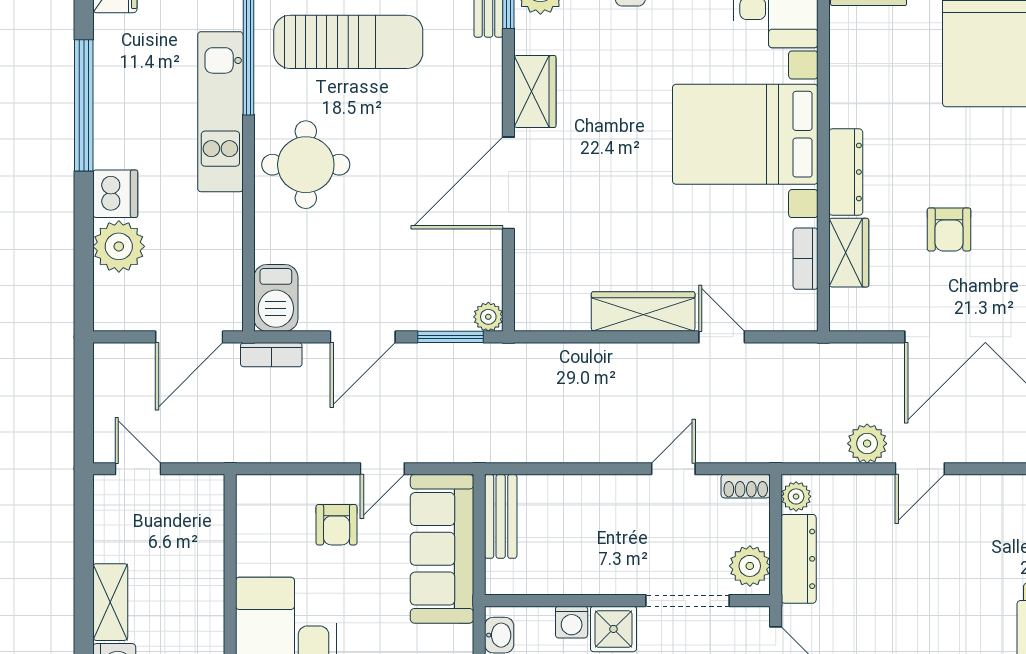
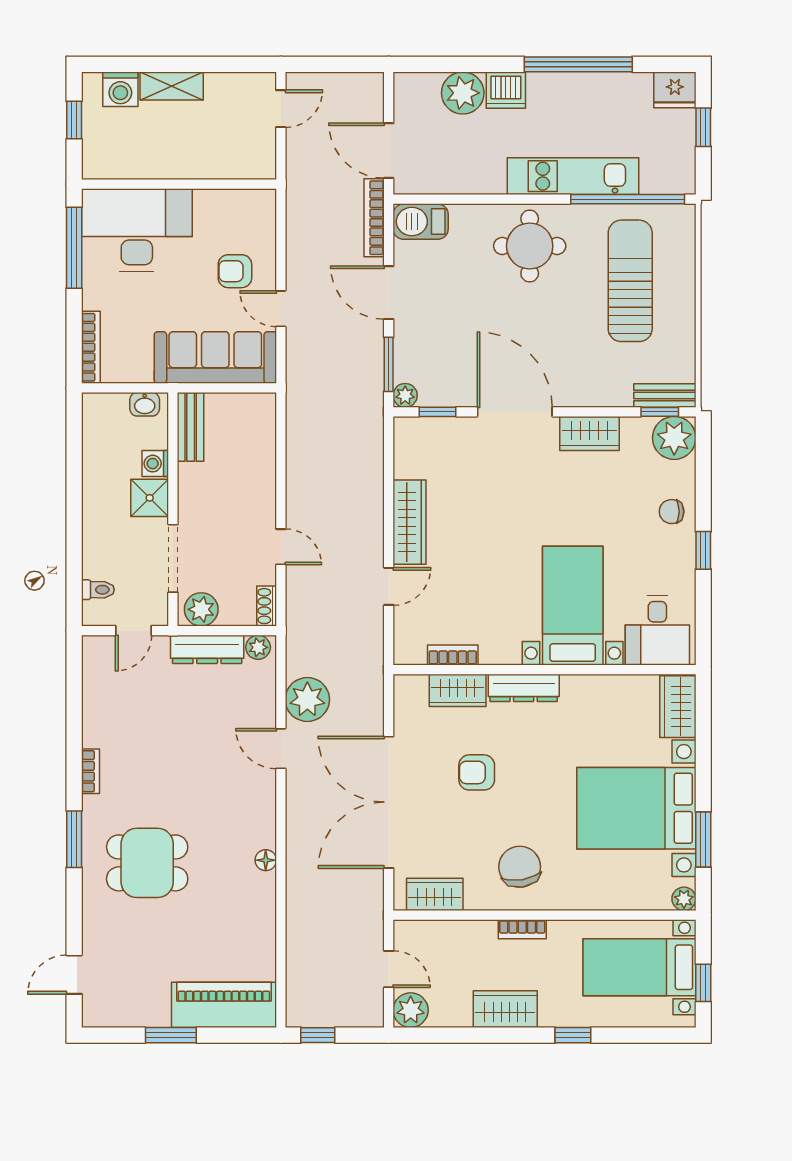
sun lounger: (348, 42) -> (630, 281), turned 180
bed with nightstands: (745, 134) -> (573, 606), width x0.73
window: (508, 277) -> (438, 412), added
bookcase: (271, 355) -> (374, 218), width x1.56
plant: (867, 444) -> (307, 700), width x1.36, depth x1.36
bench: (501, 516) -> (191, 427), moved, turned 90

